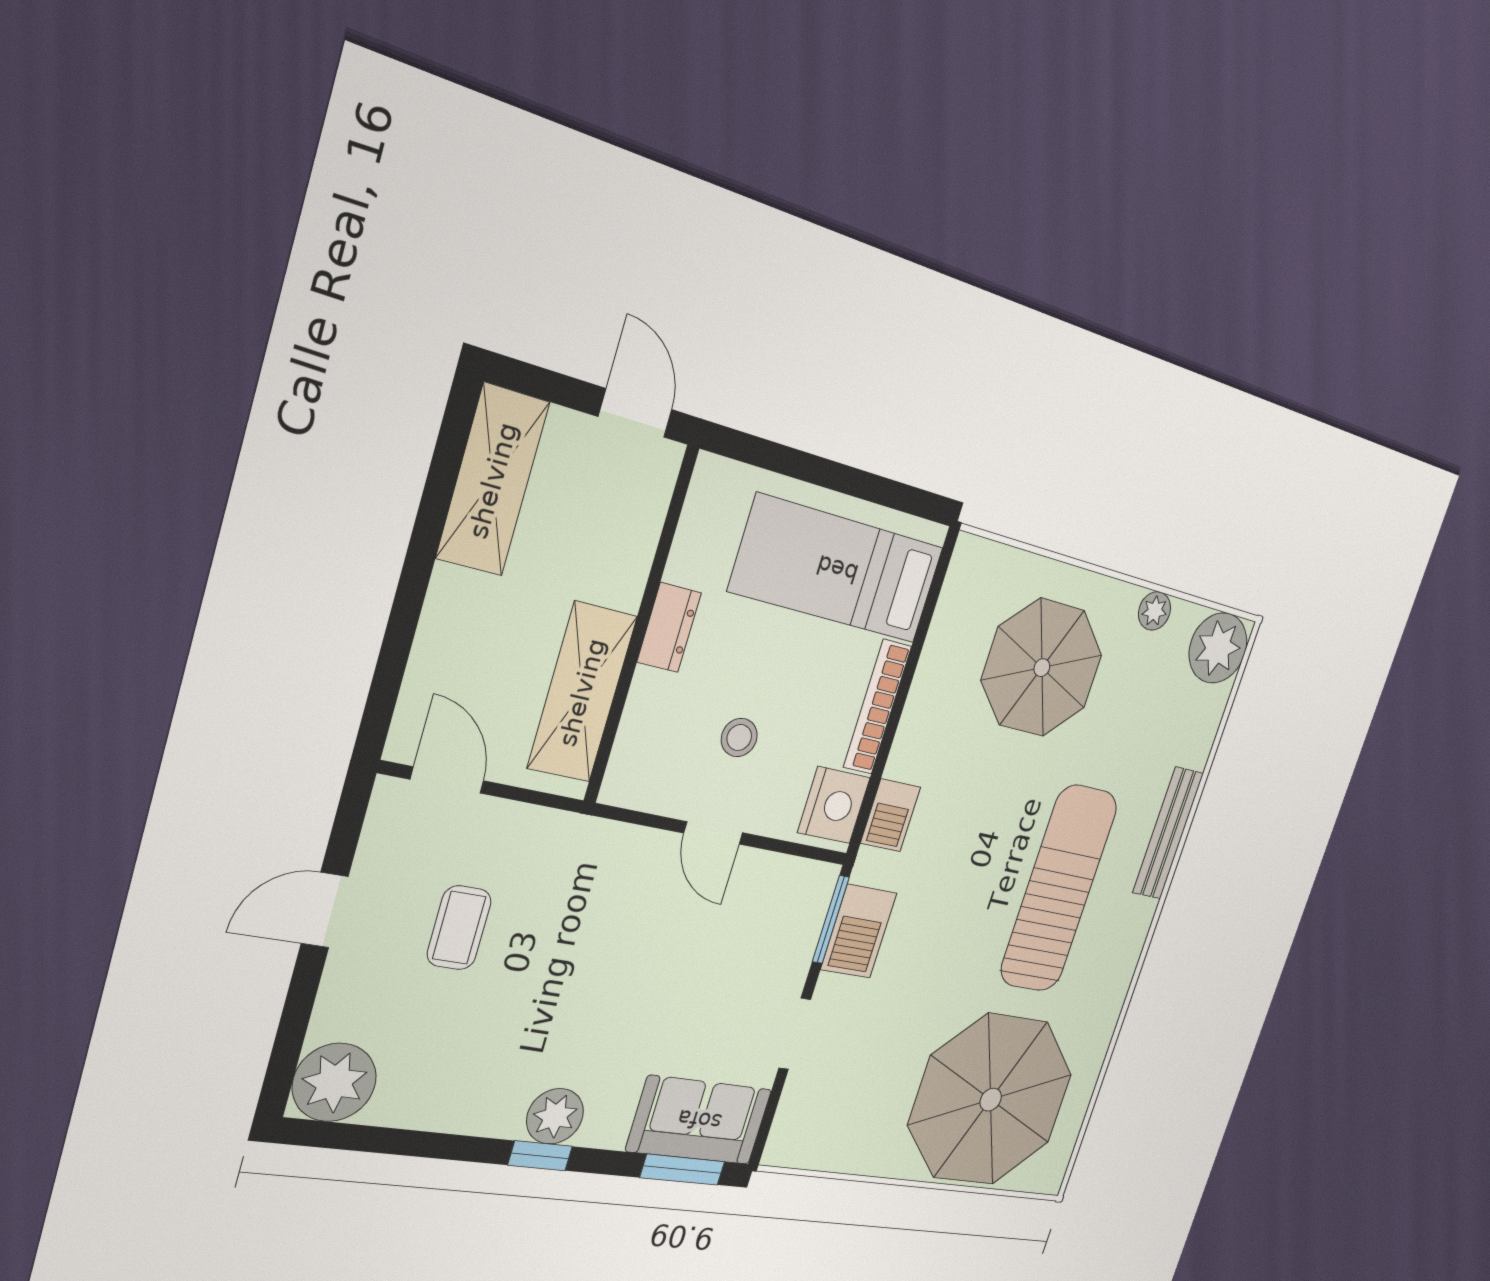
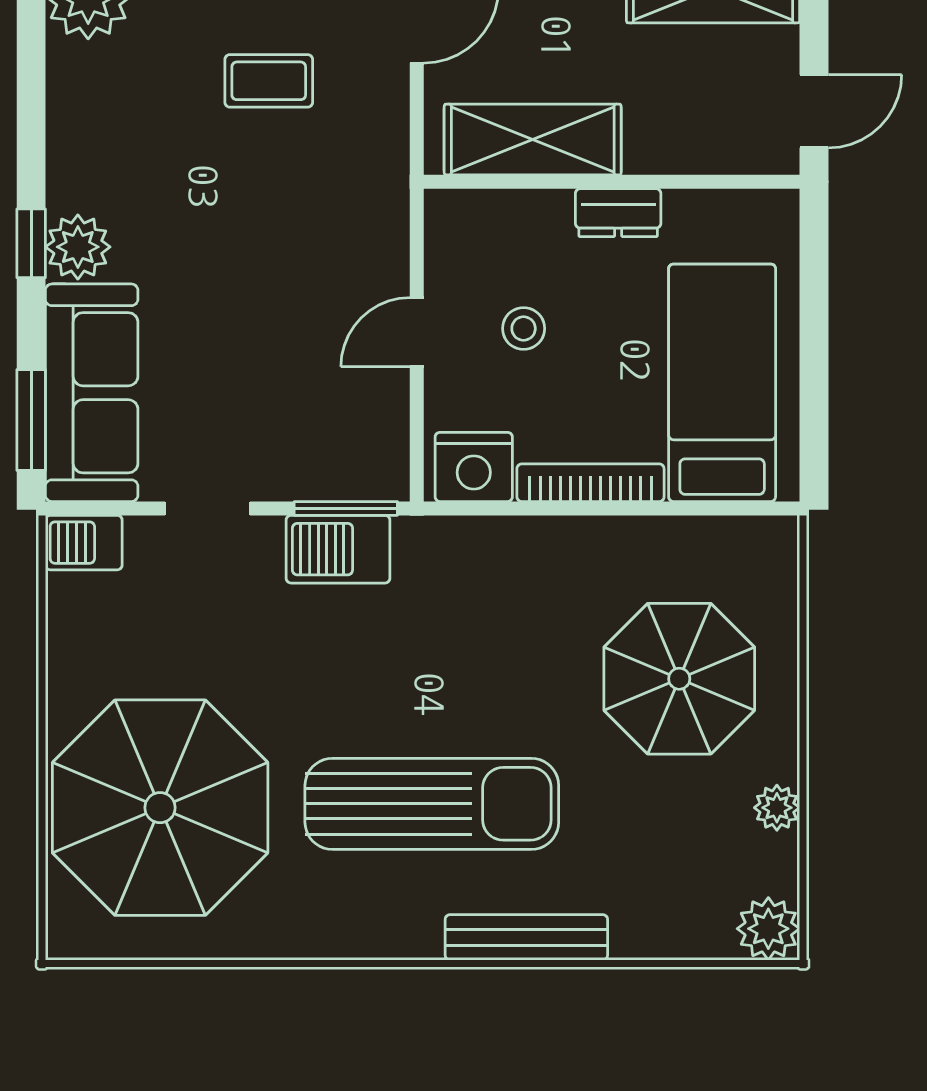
plant: (1218, 648) -> (768, 929), width x0.73, depth x0.73
barbecue: (890, 815) -> (84, 543), moved
sofa: (699, 1120) -> (92, 393), width x1.36

